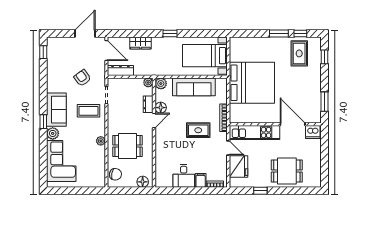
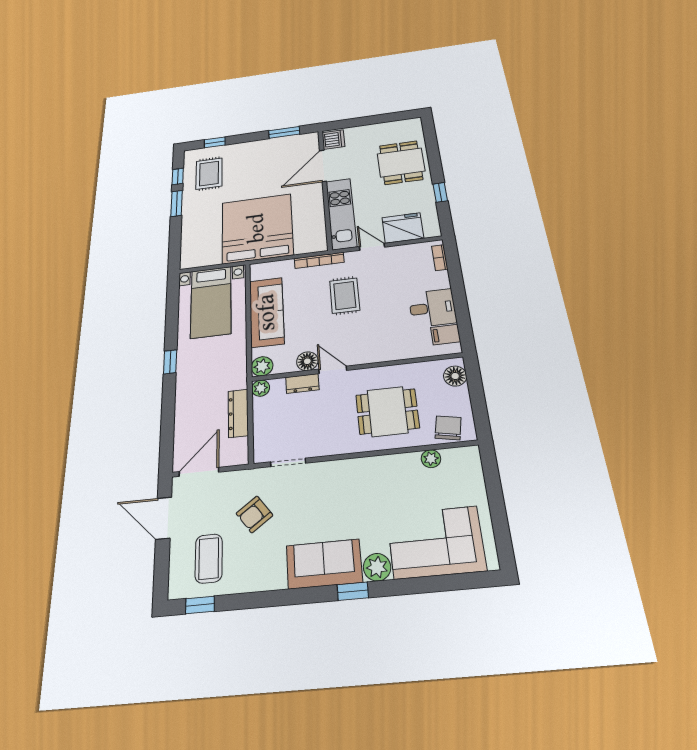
wardrobe: (140, 43) -> (186, 410), removed
rug: (299, 53) -> (209, 174), turned 90
dresser: (120, 71) -> (238, 413), moved
coffee table: (89, 111) -> (209, 558), moved
plant: (101, 141) -> (431, 459), moved
dining table: (128, 146) -> (387, 411), turned 90
door: (228, 148) -> (372, 247), hinge flipped
filing cabinet: (201, 180) -> (445, 335), moved

